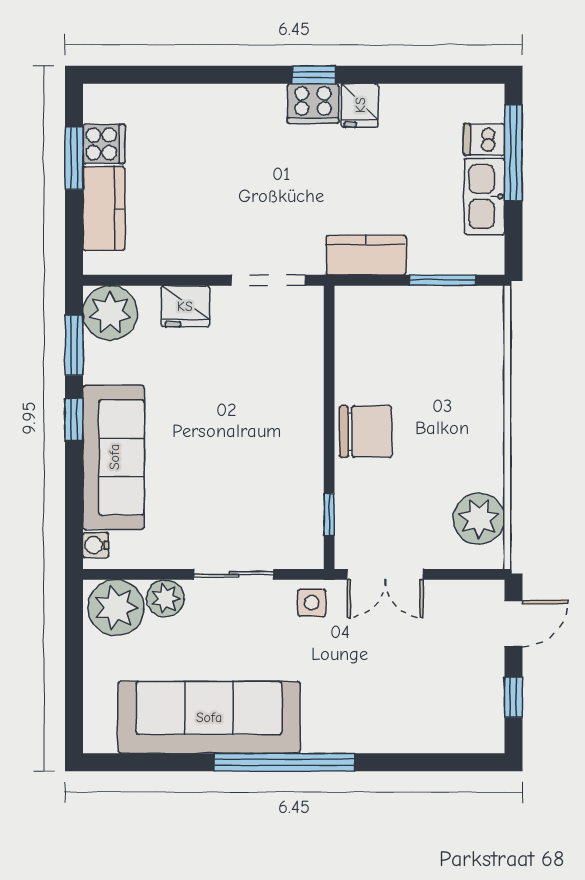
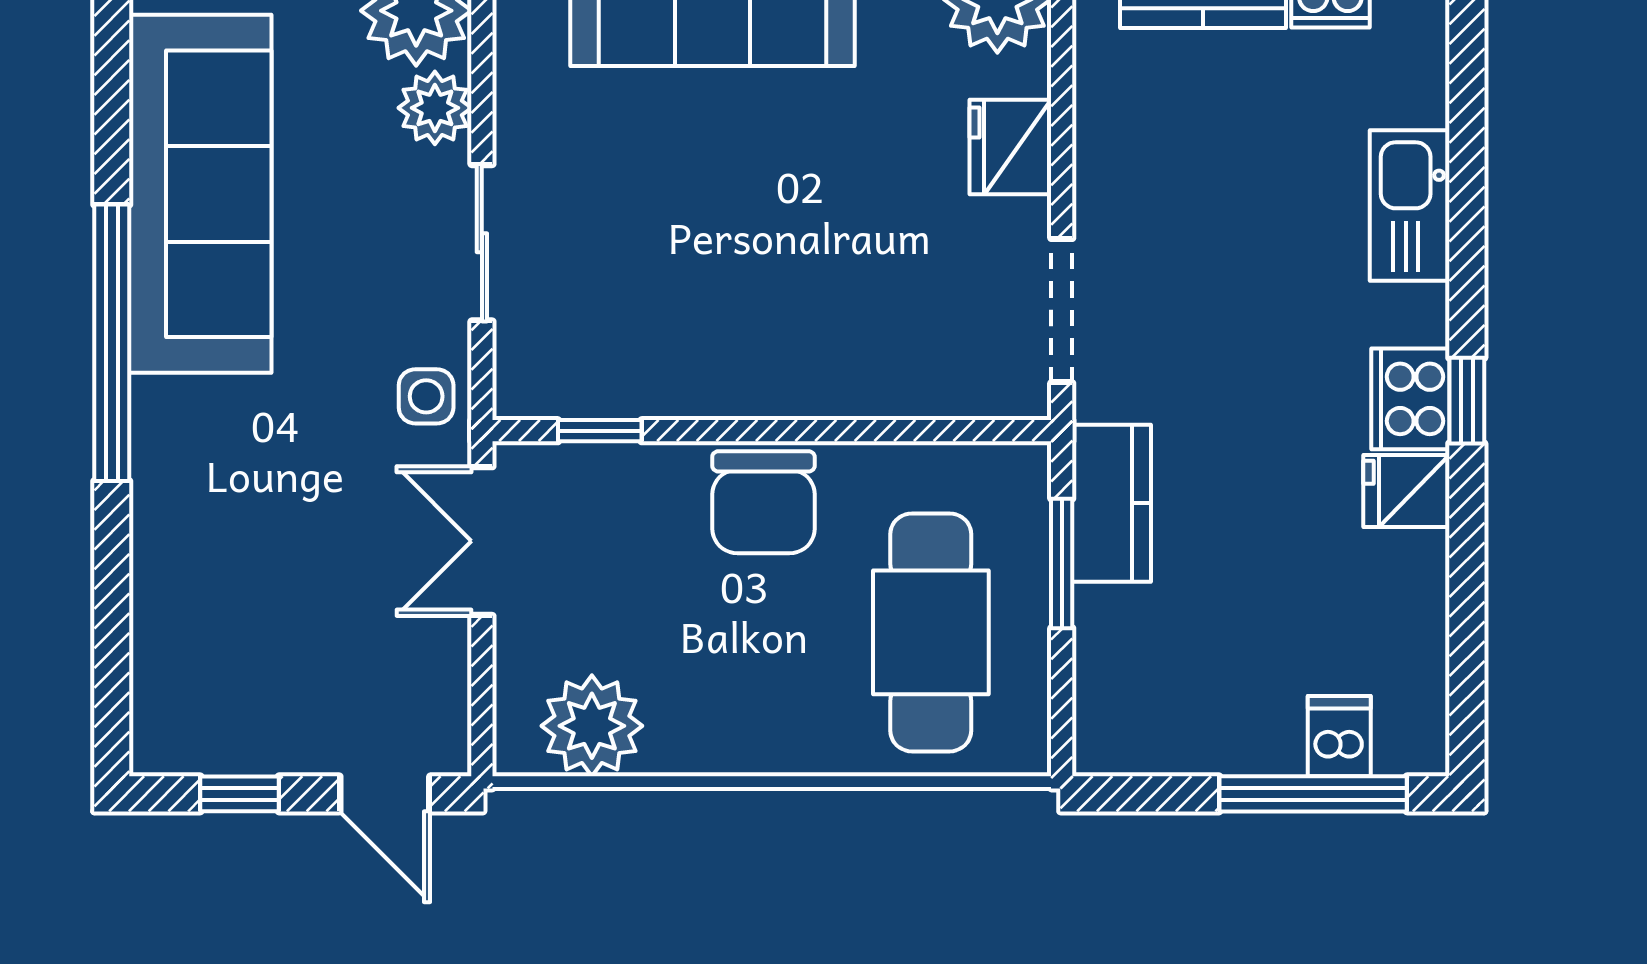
kitchen sink: (484, 196) -> (1410, 205), moved, turned -90
window: (443, 280) -> (1062, 563), moved
cafe table: (431, 347) -> (931, 632), added

